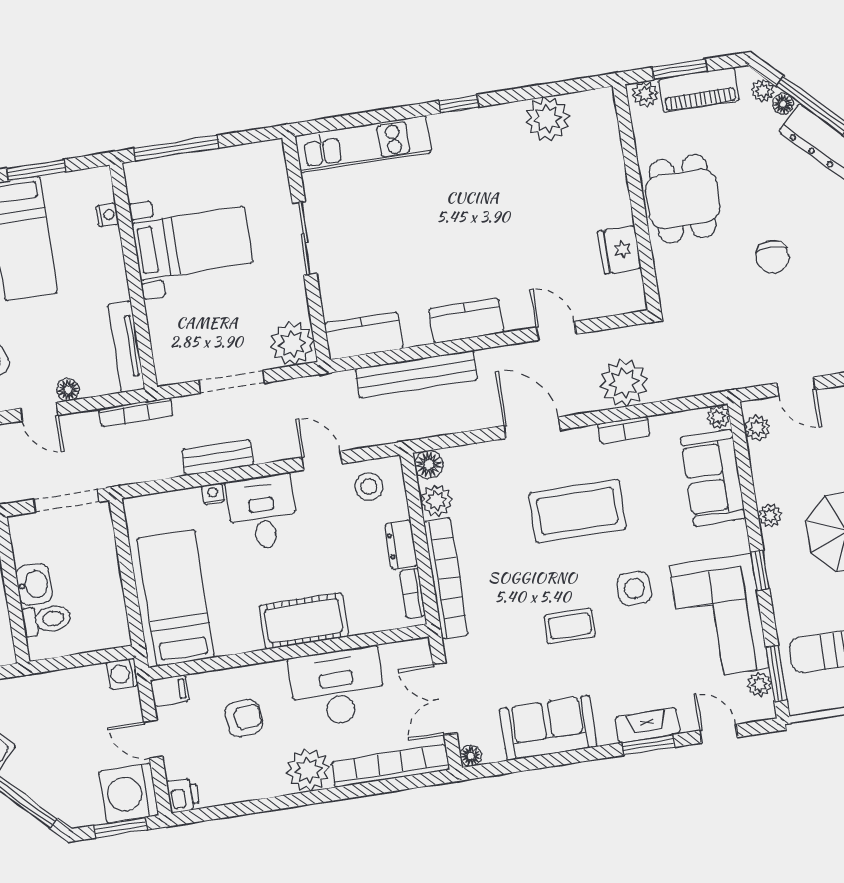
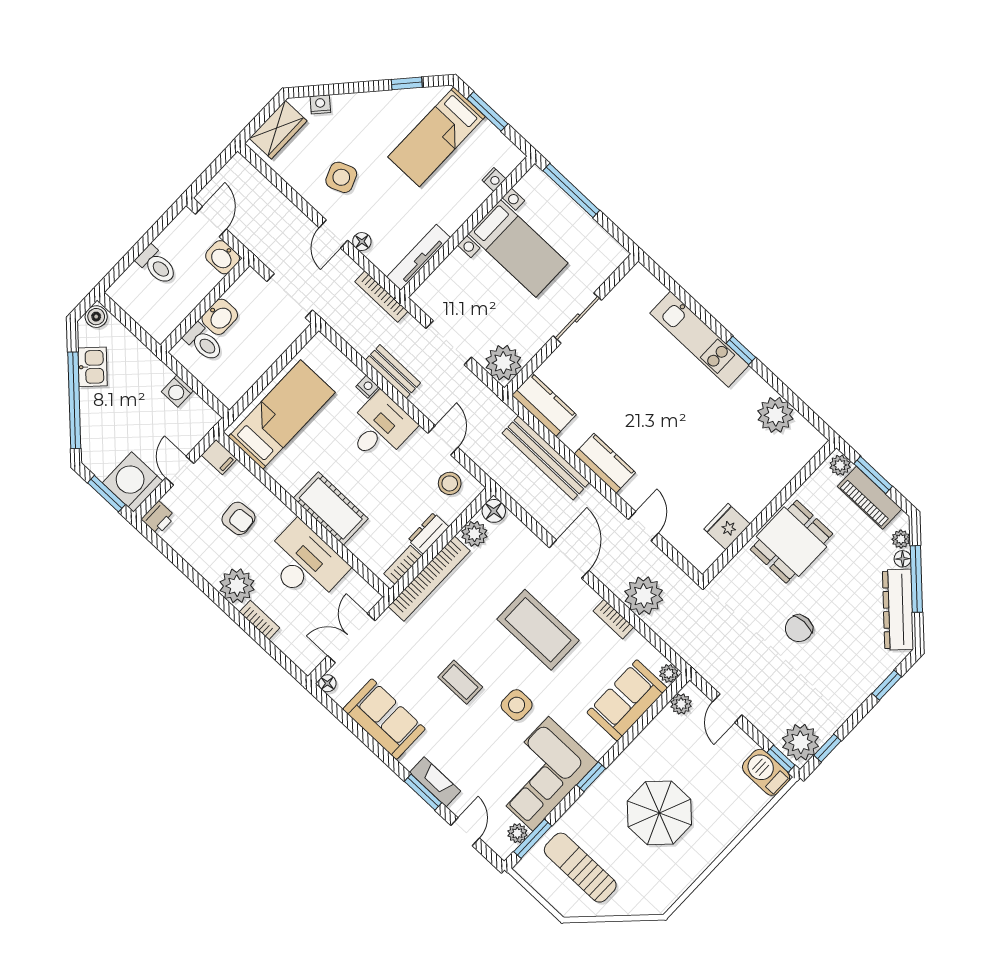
kitchen unit: (363, 144) -> (699, 339), moved
plant: (770, 516) -> (631, 756), removed
washing machine: (122, 674) -> (177, 391), moved, turned -90
bookcase: (390, 766) -> (260, 620), width x0.43, depth x0.76

